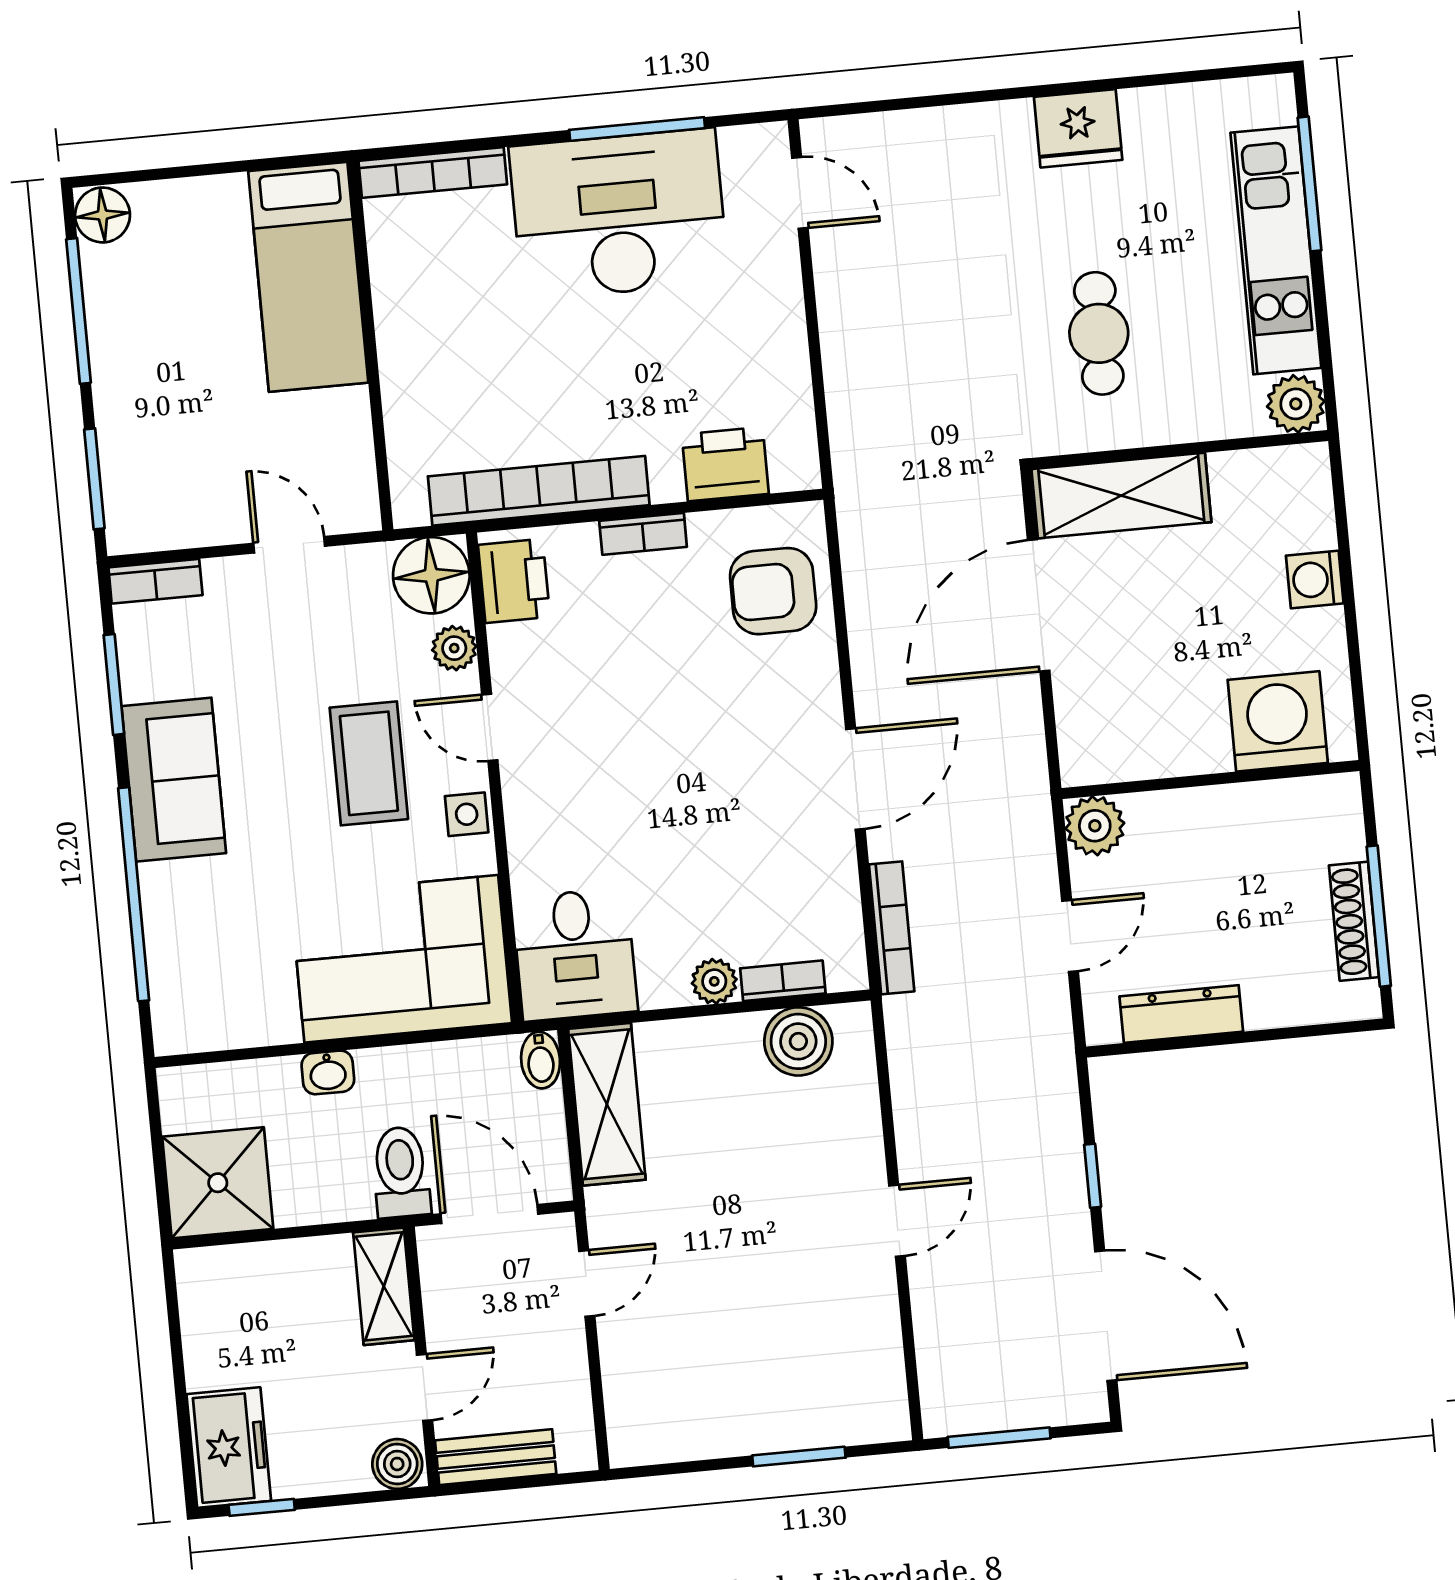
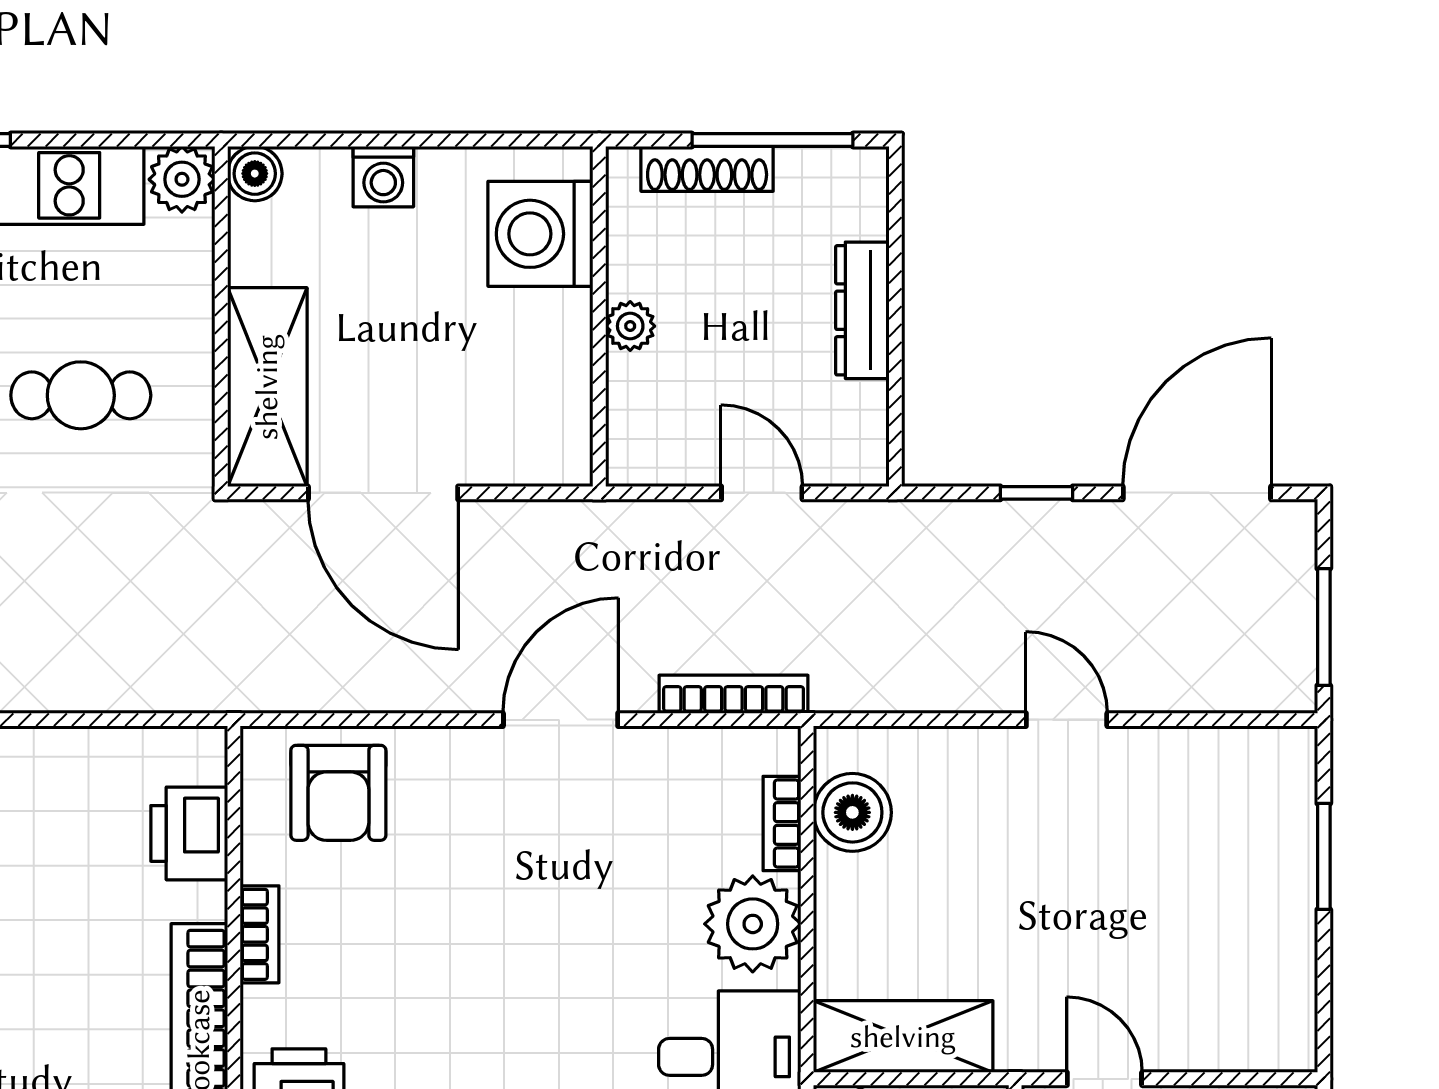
boiler: (1307, 467) -> (255, 174), added
door: (855, 779) -> (561, 720), hinge flipped
plant: (1095, 826) -> (630, 326), moved, width x0.73, depth x0.73
shoe rack: (1354, 921) -> (707, 169), moved
plant: (714, 981) -> (753, 924), width x1.88, depth x1.88
dresser: (1181, 1014) -> (862, 310), moved

